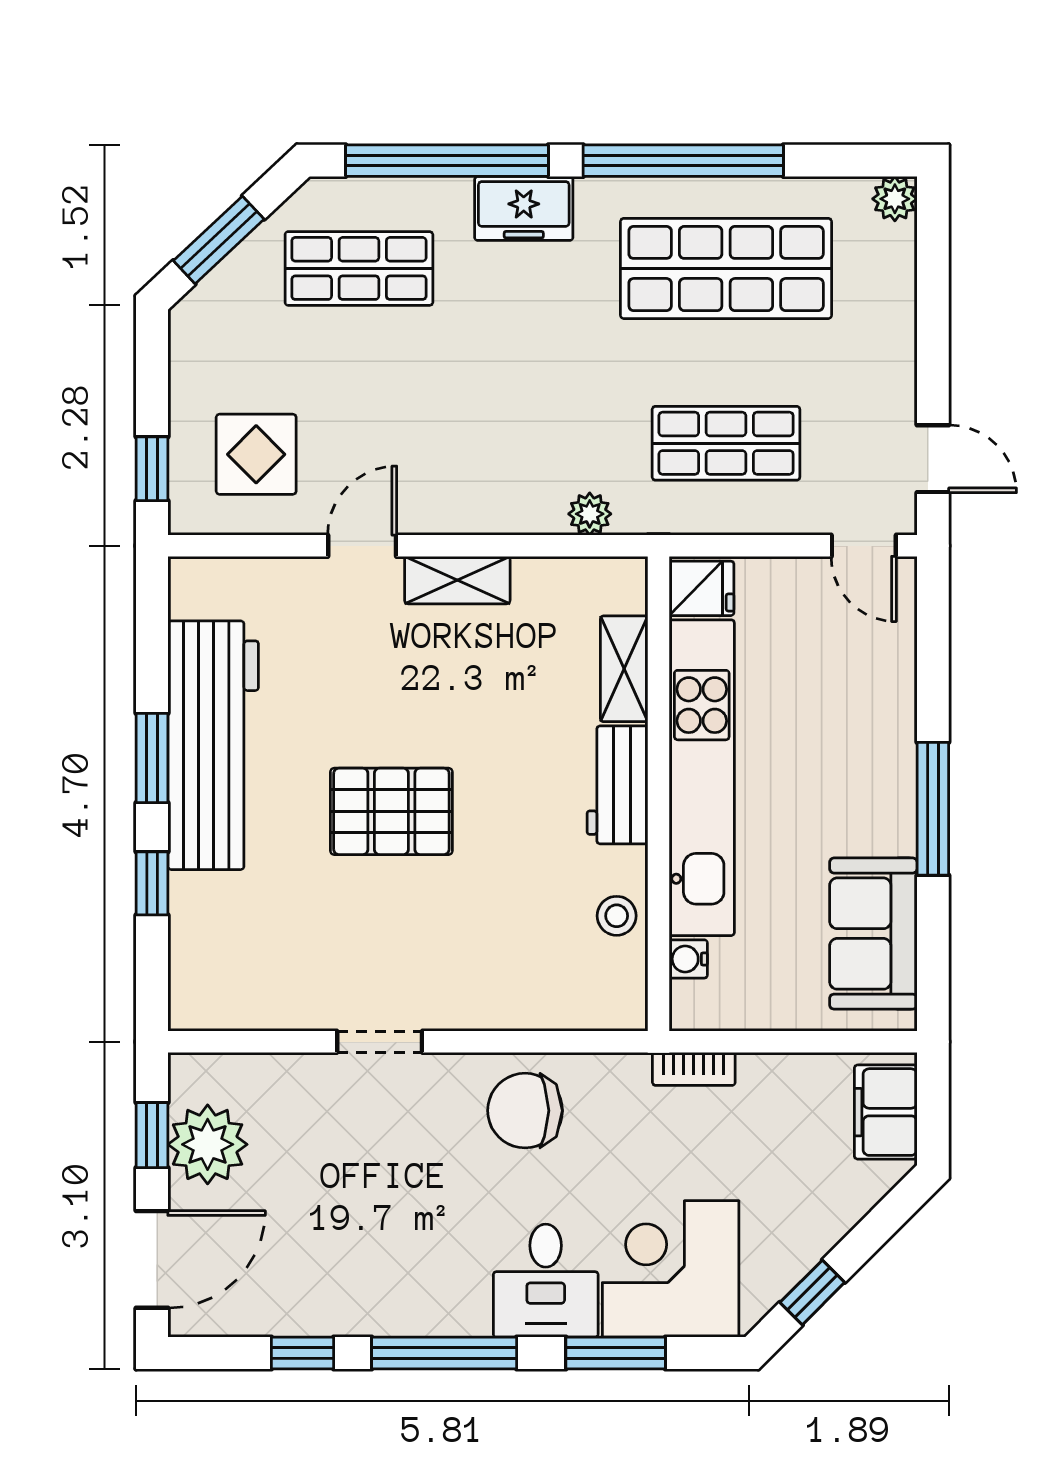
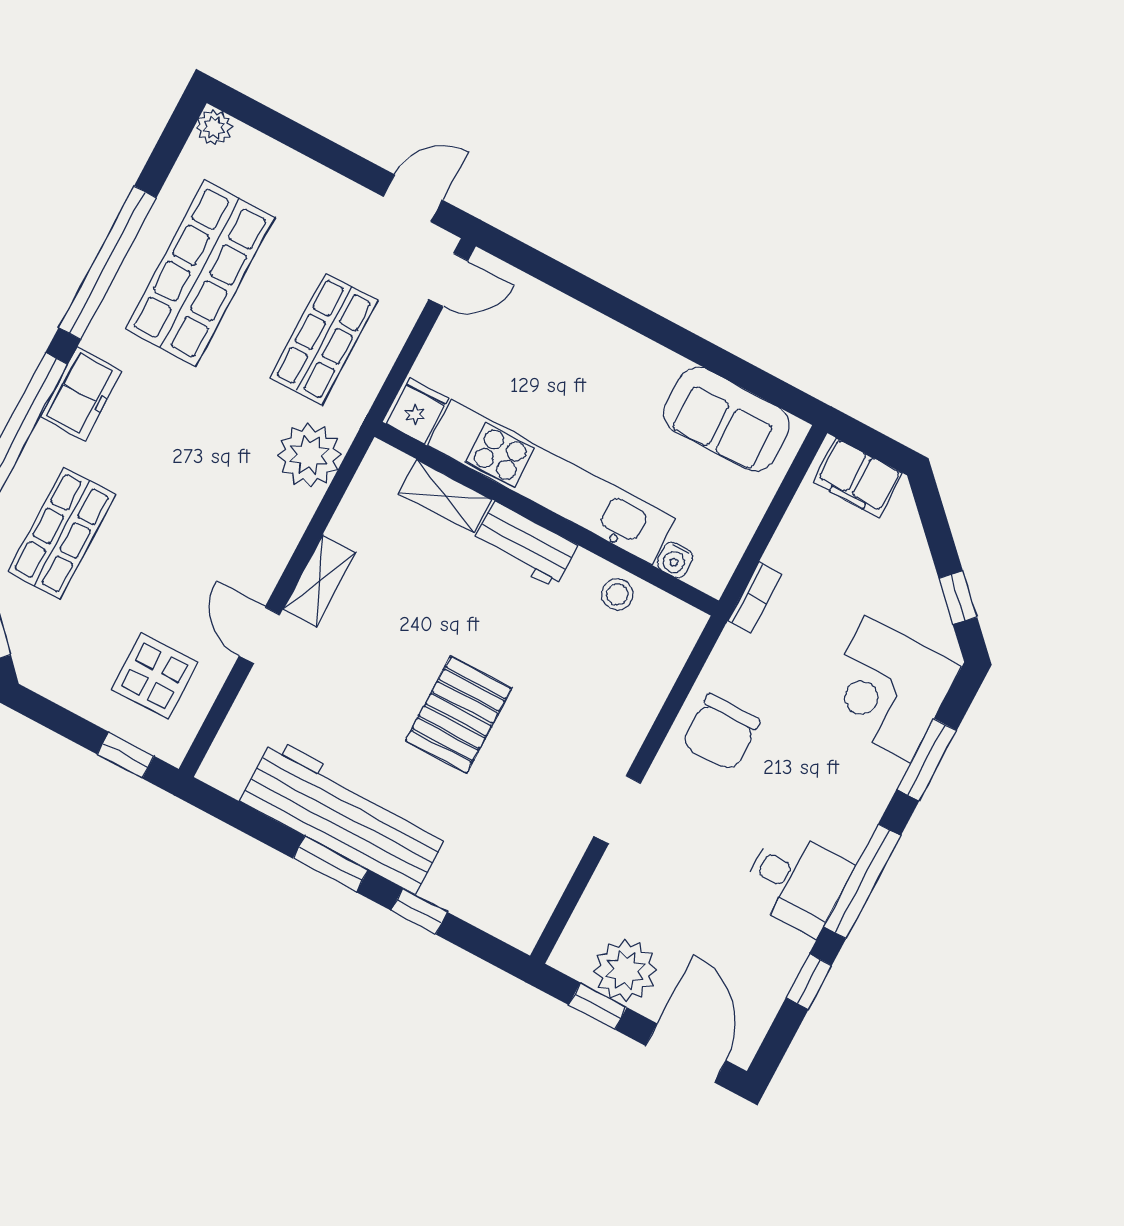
plant: (590, 514) -> (309, 455), width x1.88, depth x1.88
window: (933, 809) -> (661, 330), removed
desk: (546, 1281) -> (796, 881), moved

